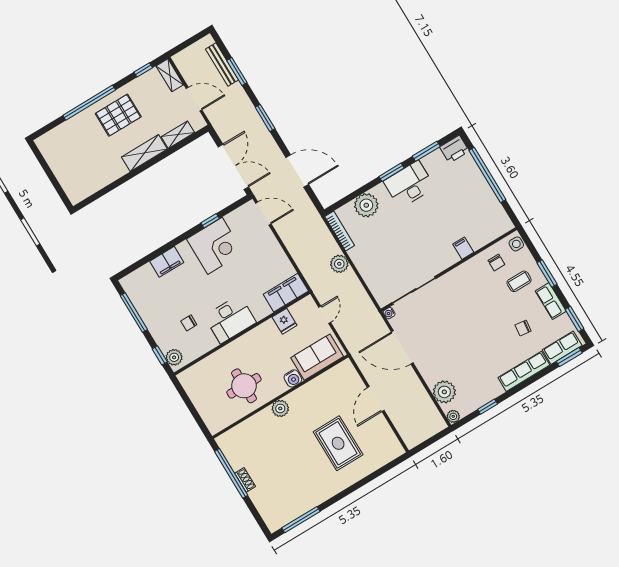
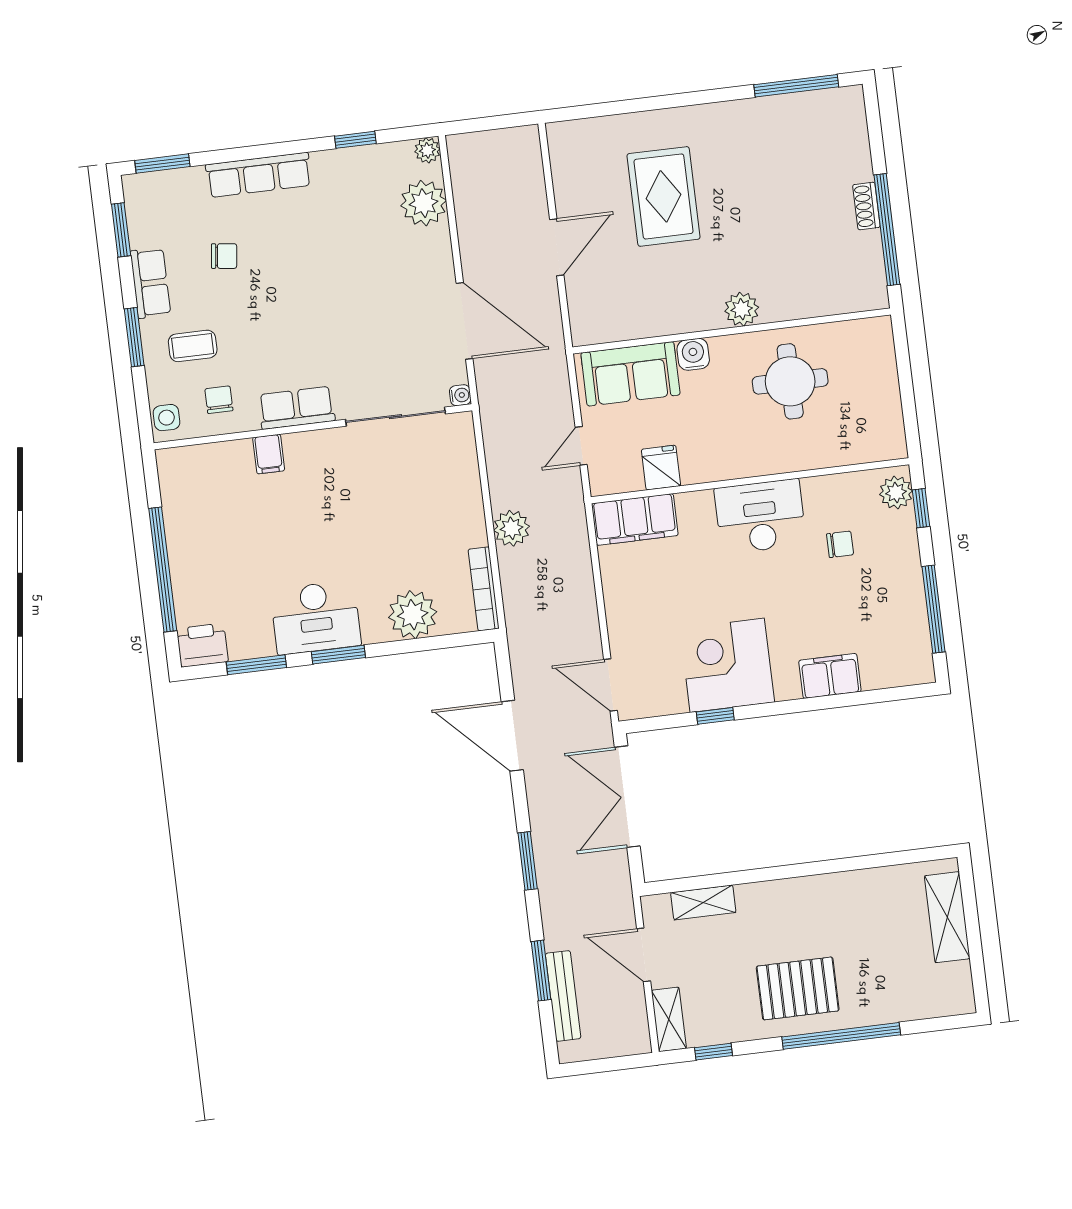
shelving: (144, 153) -> (947, 917), moved, turned 90
row of seats: (562, 348) -> (297, 408), moved, turned 180

